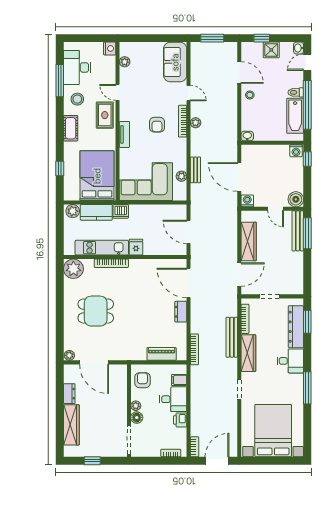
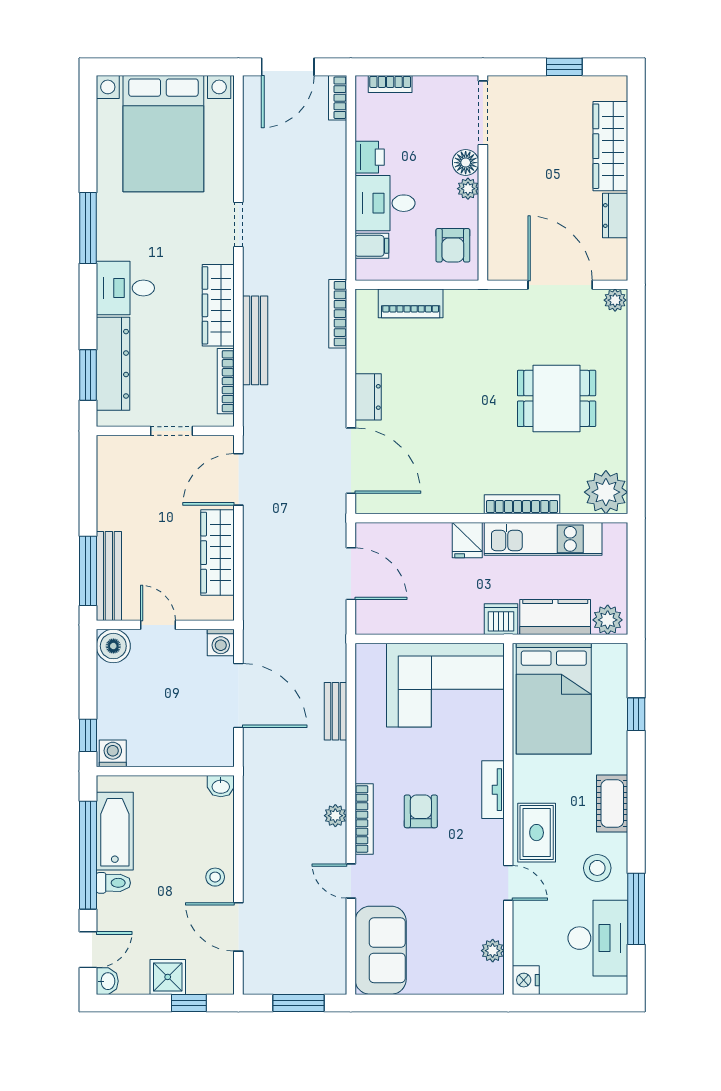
plant: (181, 176) -> (367, 697), removed

